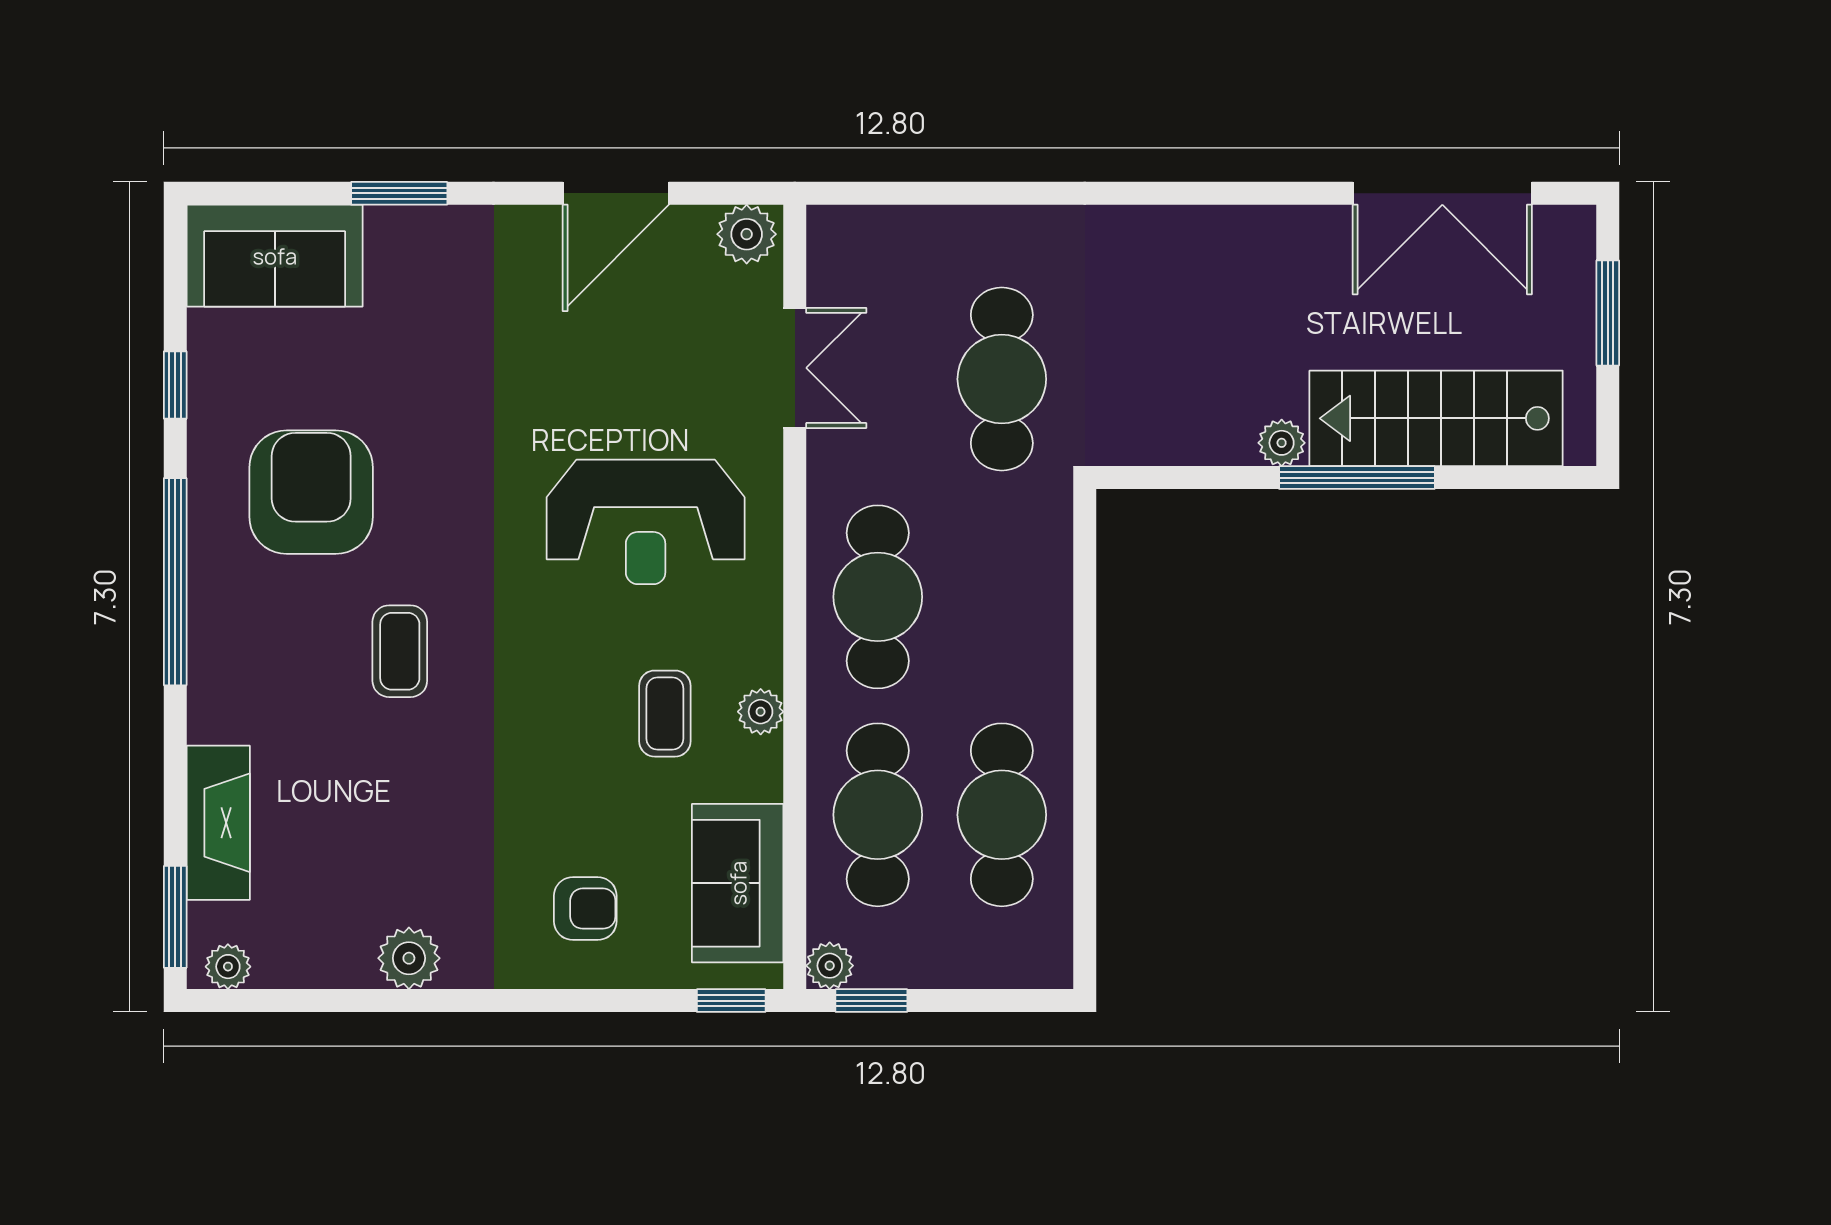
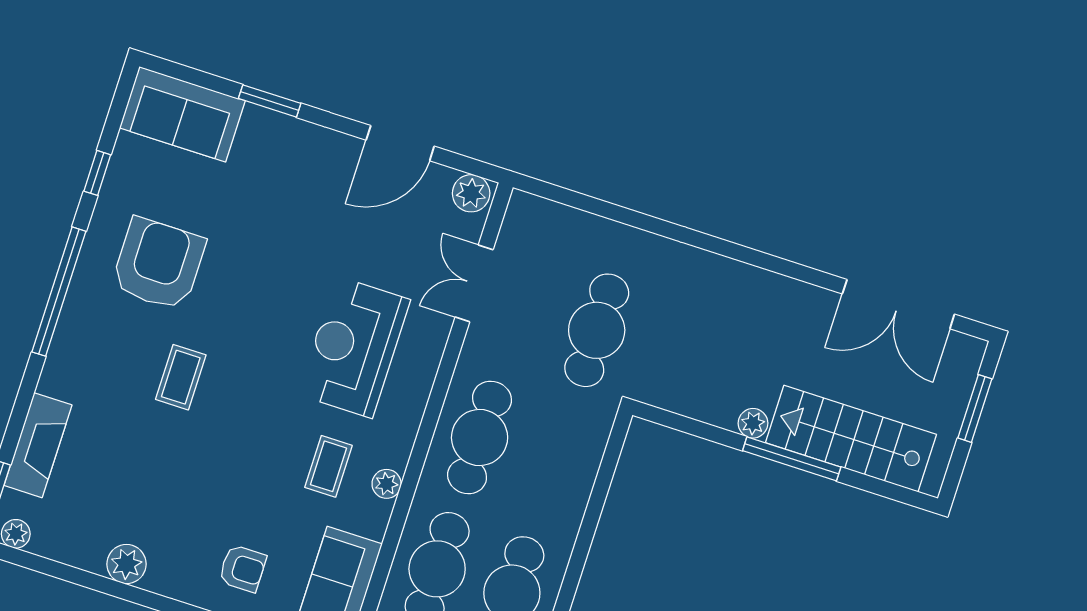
double door: (795, 368) -> (474, 283), swing flipped
reception desk: (646, 522) -> (354, 347), turned 90

